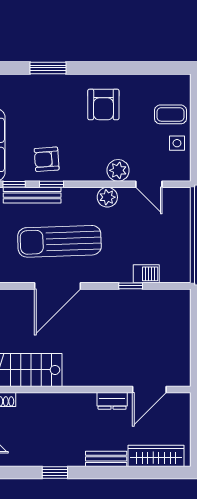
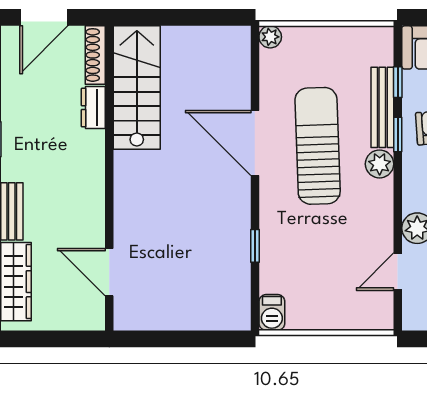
plant: (107, 197) -> (380, 164), moved
barbecue: (146, 274) -> (272, 312), moved
dresser: (112, 401) -> (93, 108), moved

